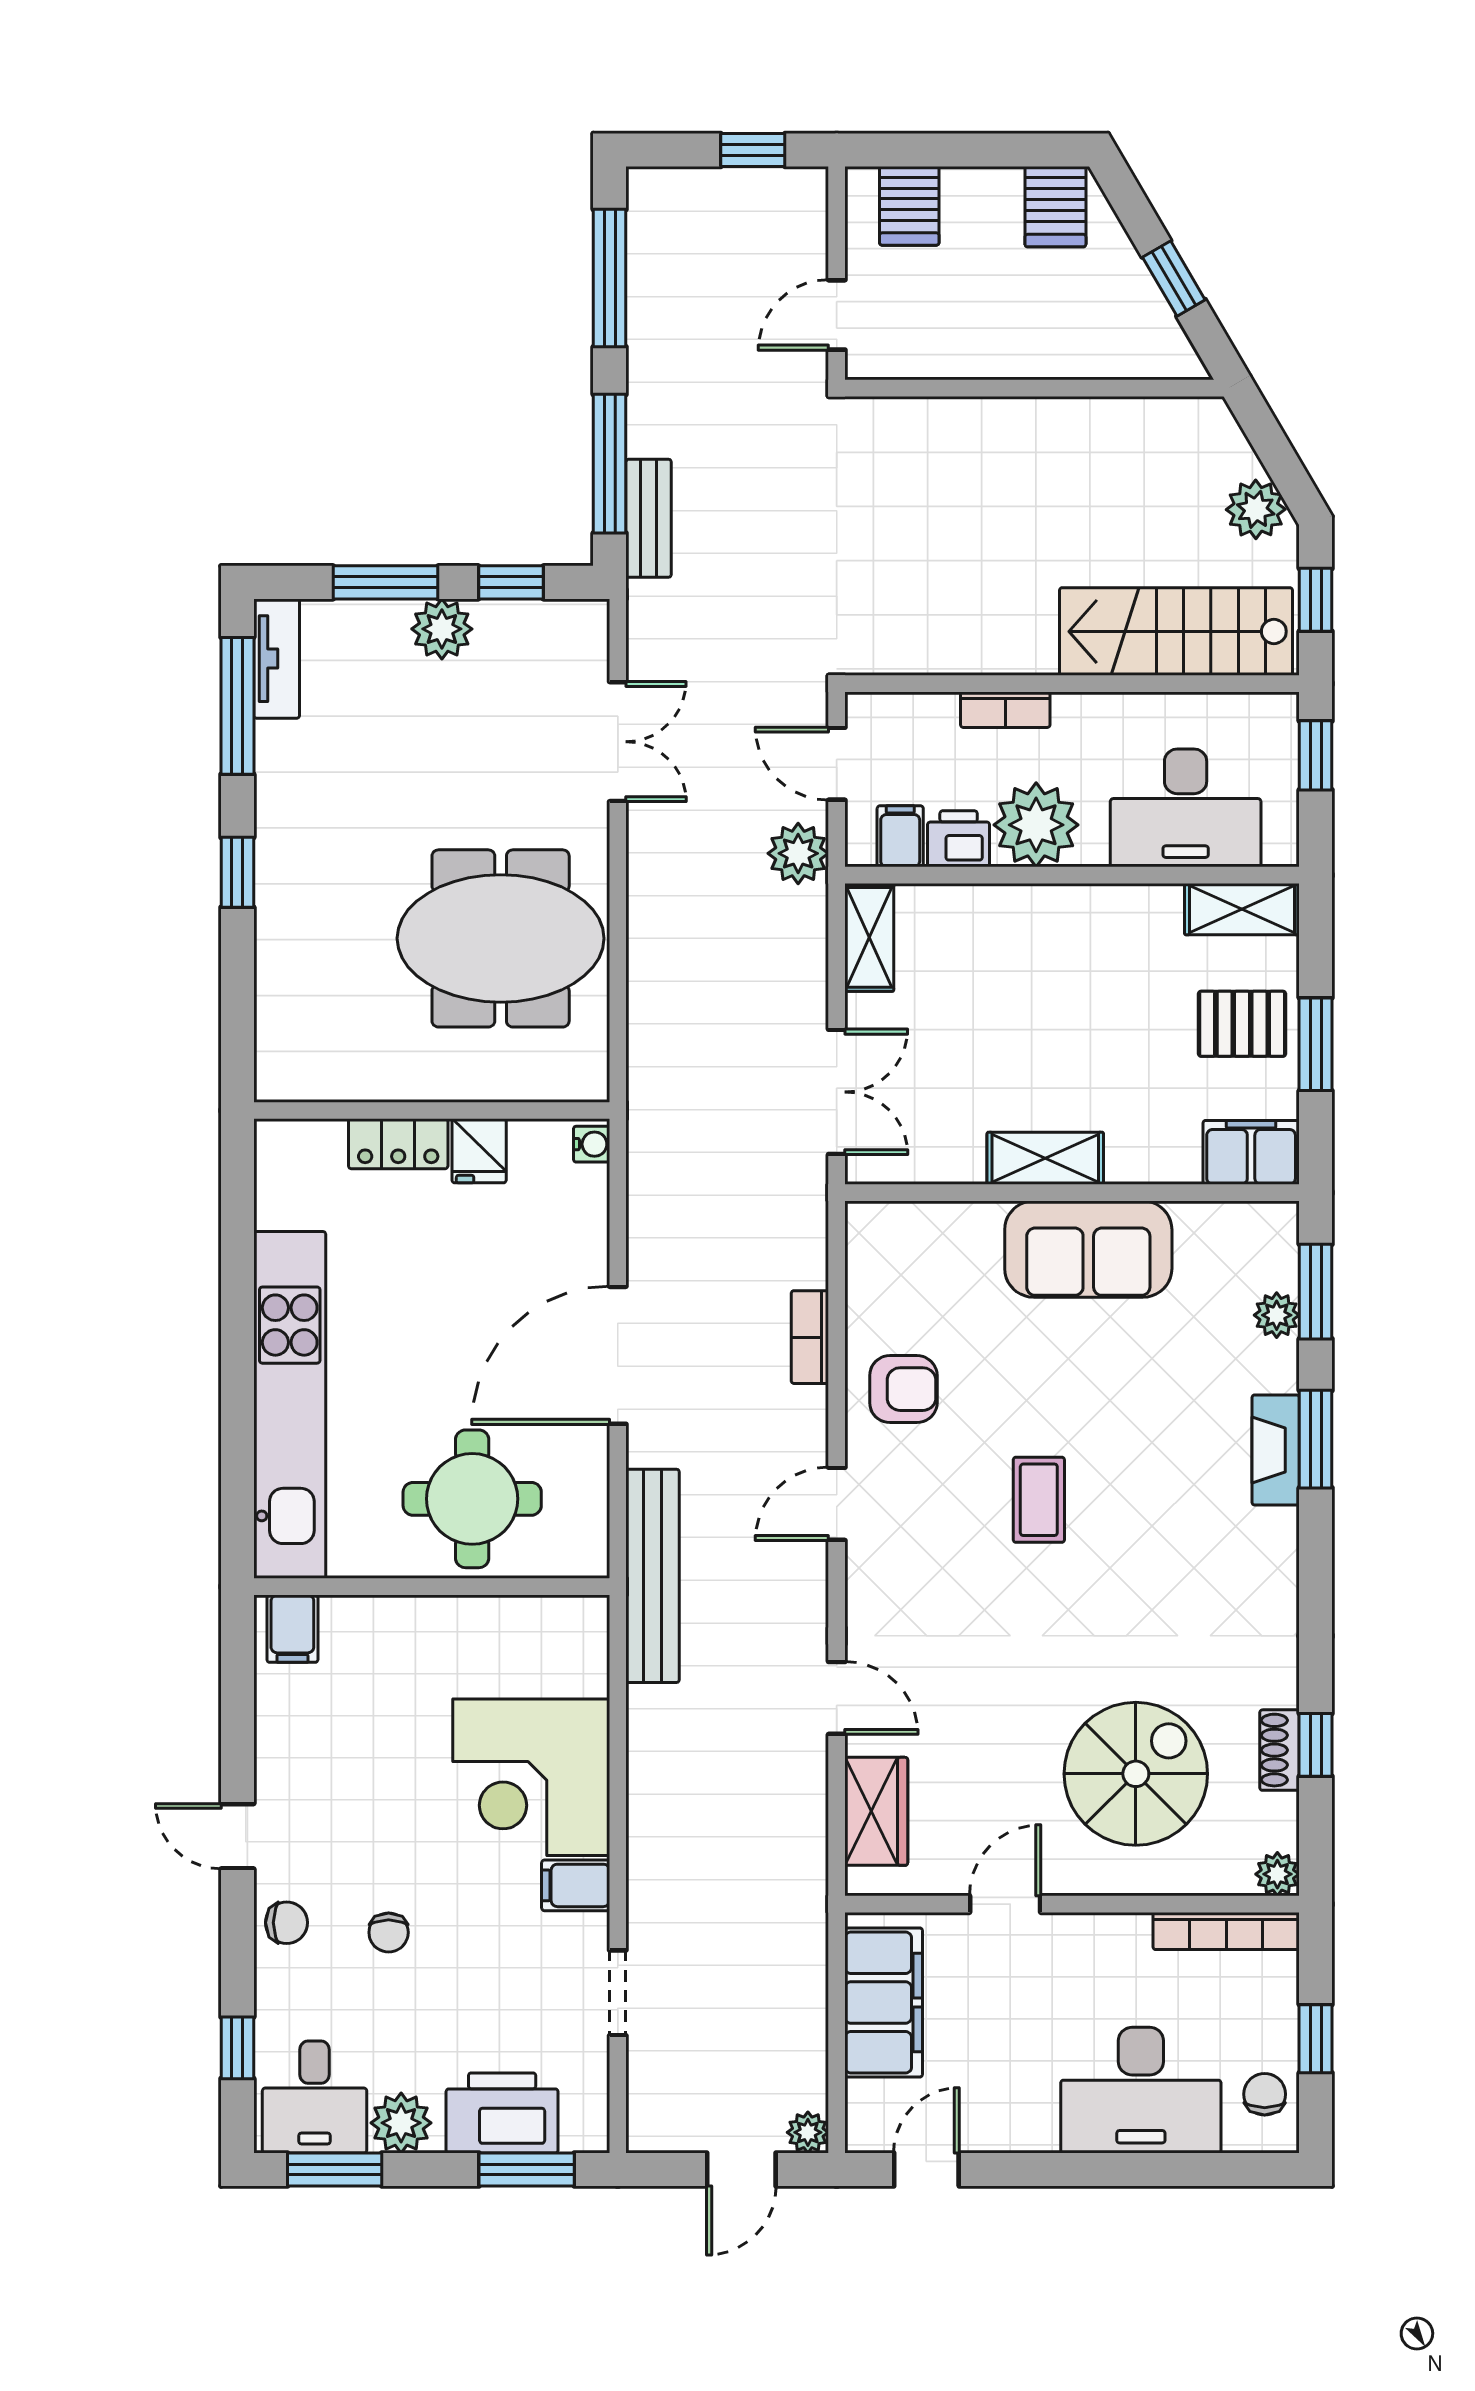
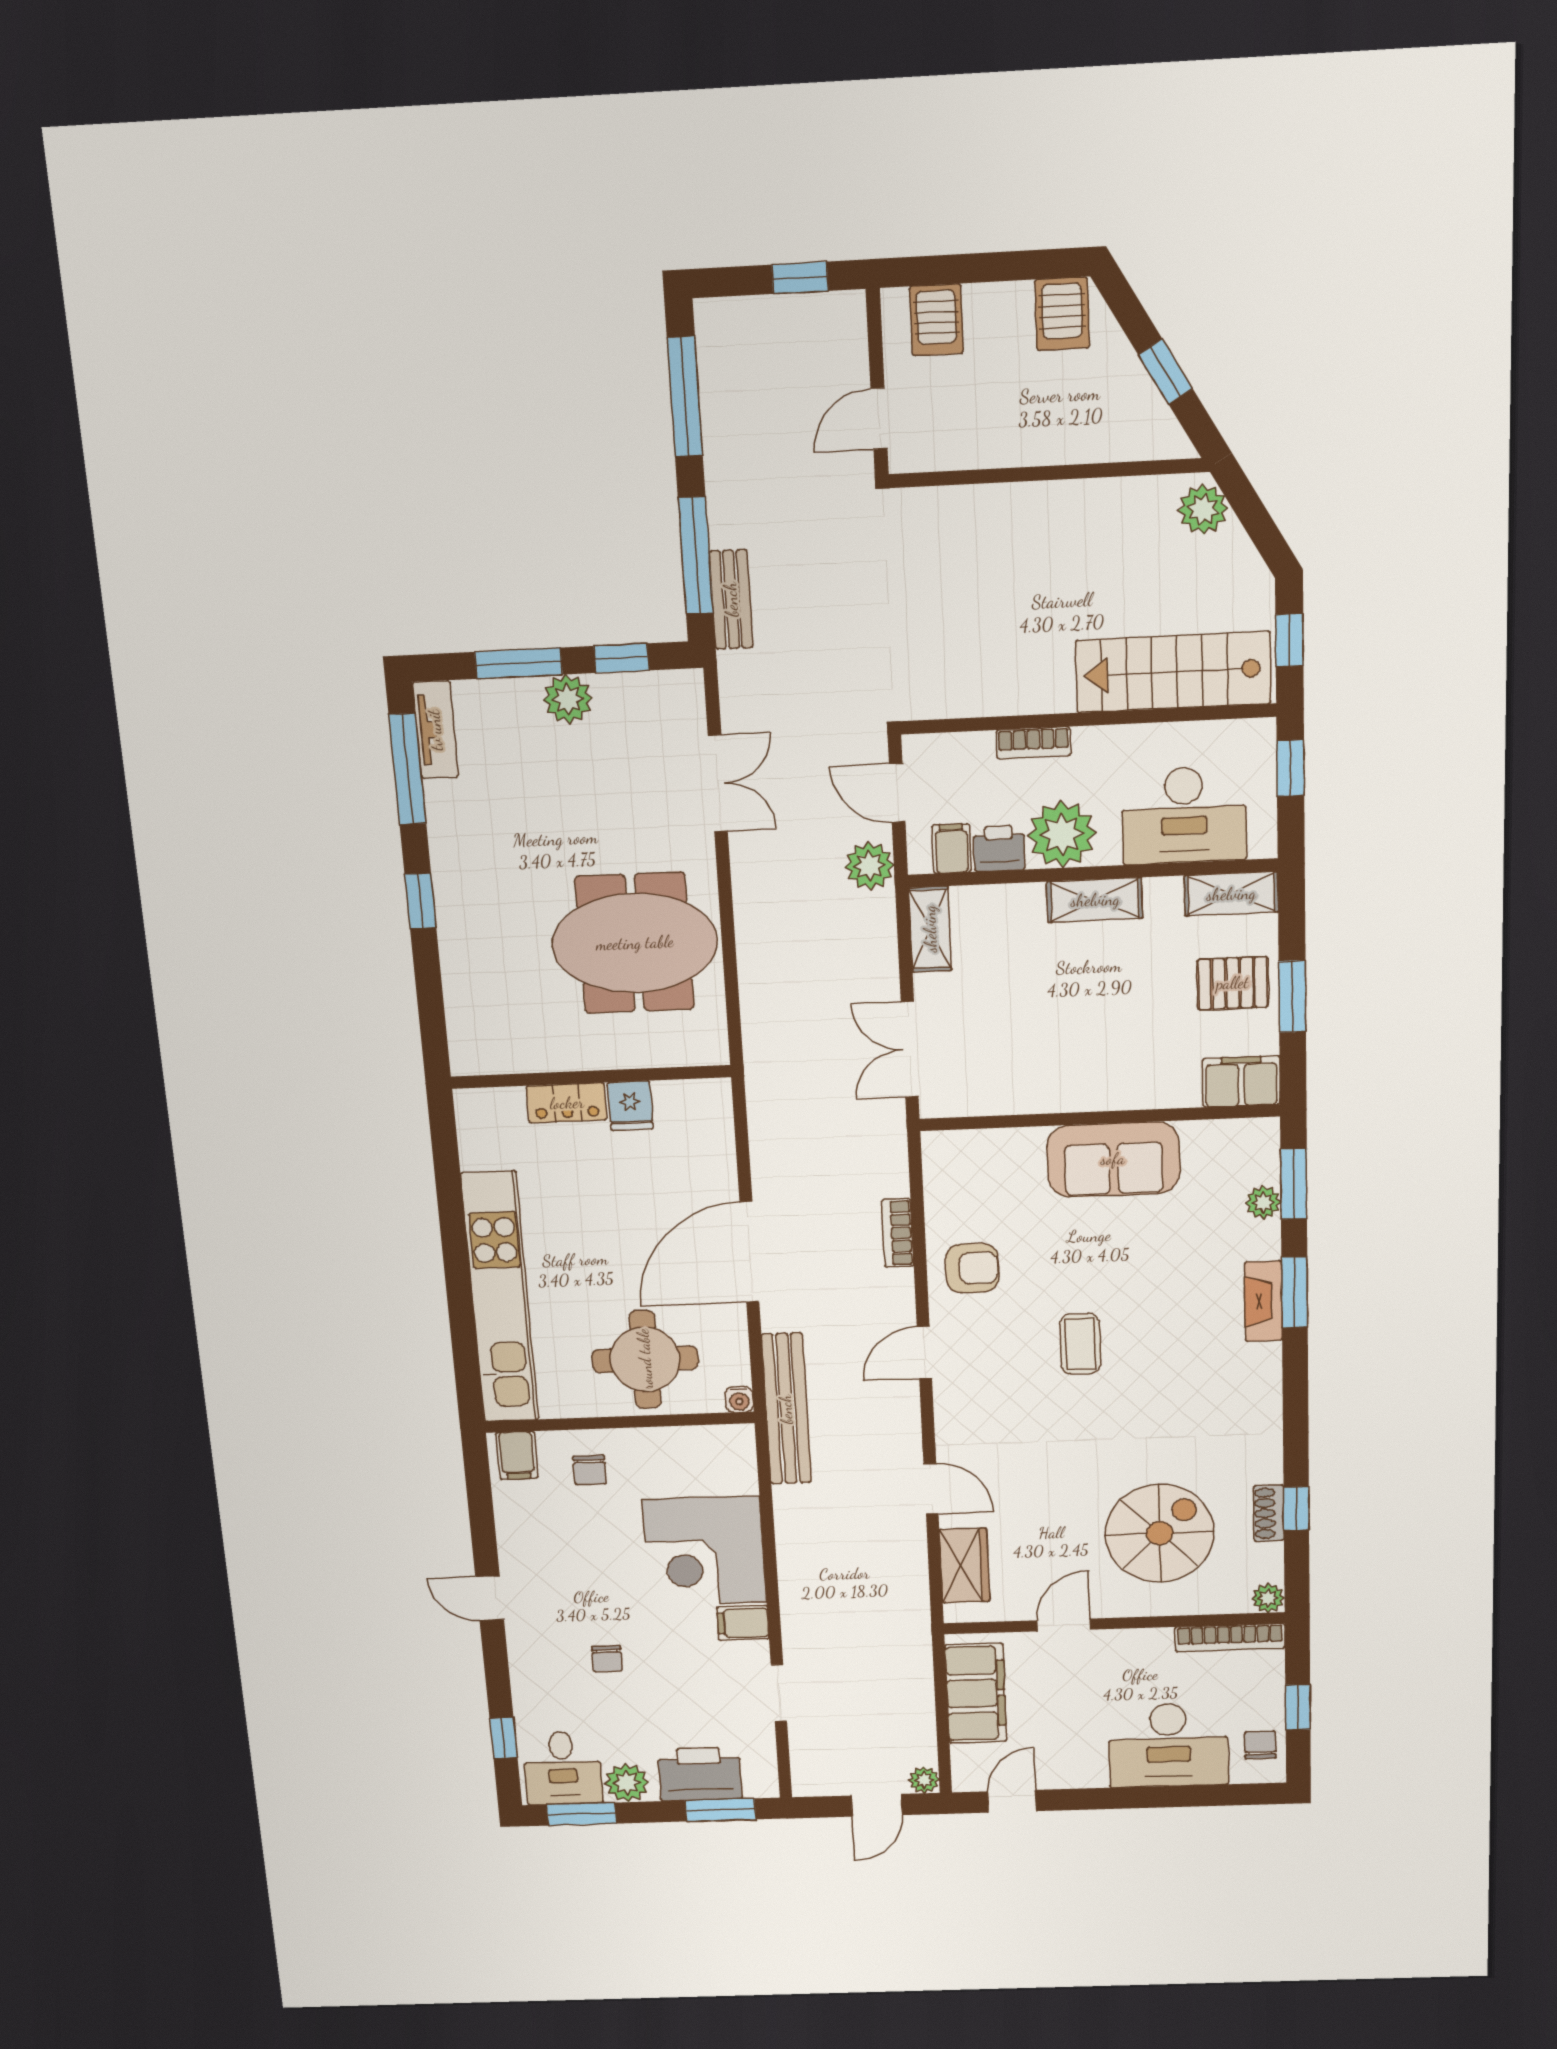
plant: (1256, 509) -> (1203, 509), moved
double door: (837, 1092) -> (910, 1049), swing flipped
water cooler: (592, 1144) -> (739, 1400), moved, turned 90
shelving: (1045, 1158) -> (1095, 900), moved
chair: (287, 1923) -> (590, 1470), moved, turned 90

